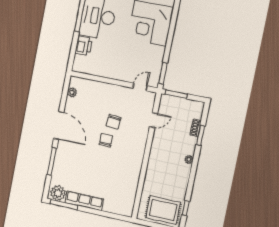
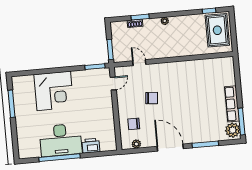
door: (140, 87) -> (113, 83), swing flipped
door: (59, 125) -> (170, 148), hinge flipped
chair: (106, 140) -> (134, 124), moved

